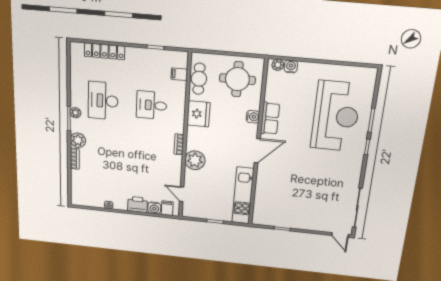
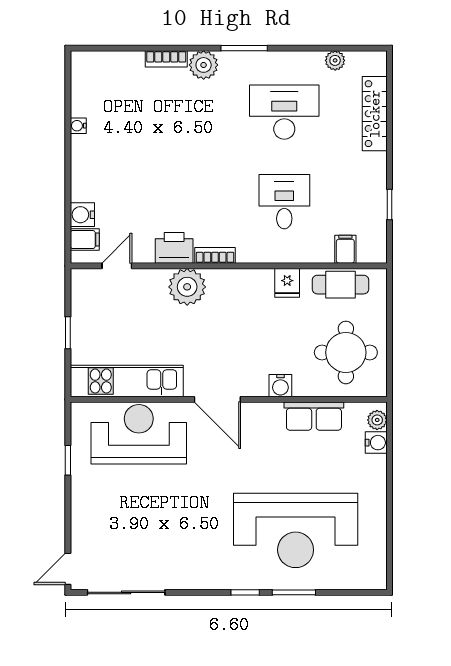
plant: (75, 113) -> (335, 60), moved
fridge: (198, 114) -> (287, 283), width x0.53, depth x0.75
row of seats: (270, 118) -> (314, 416), moved
reception desk: (272, 193) -> (139, 434), added
printer: (138, 204) -> (174, 248), moved, turned -90

